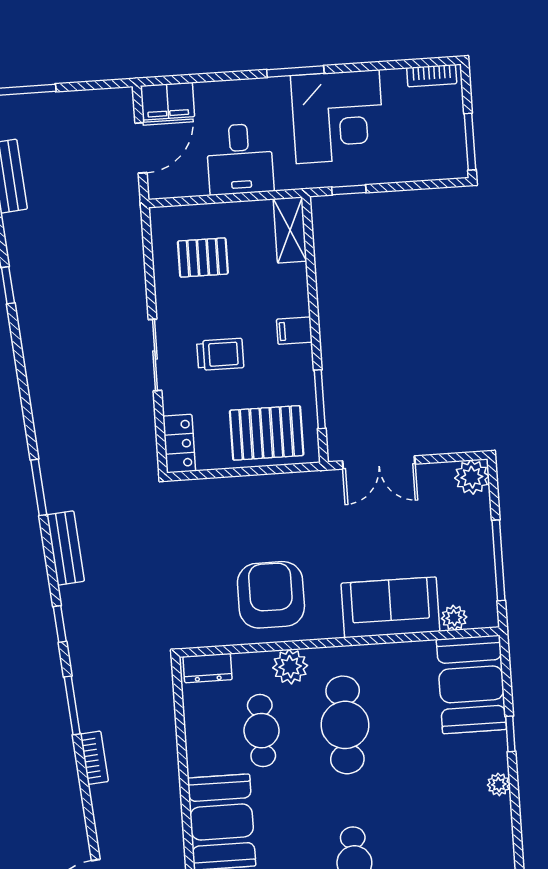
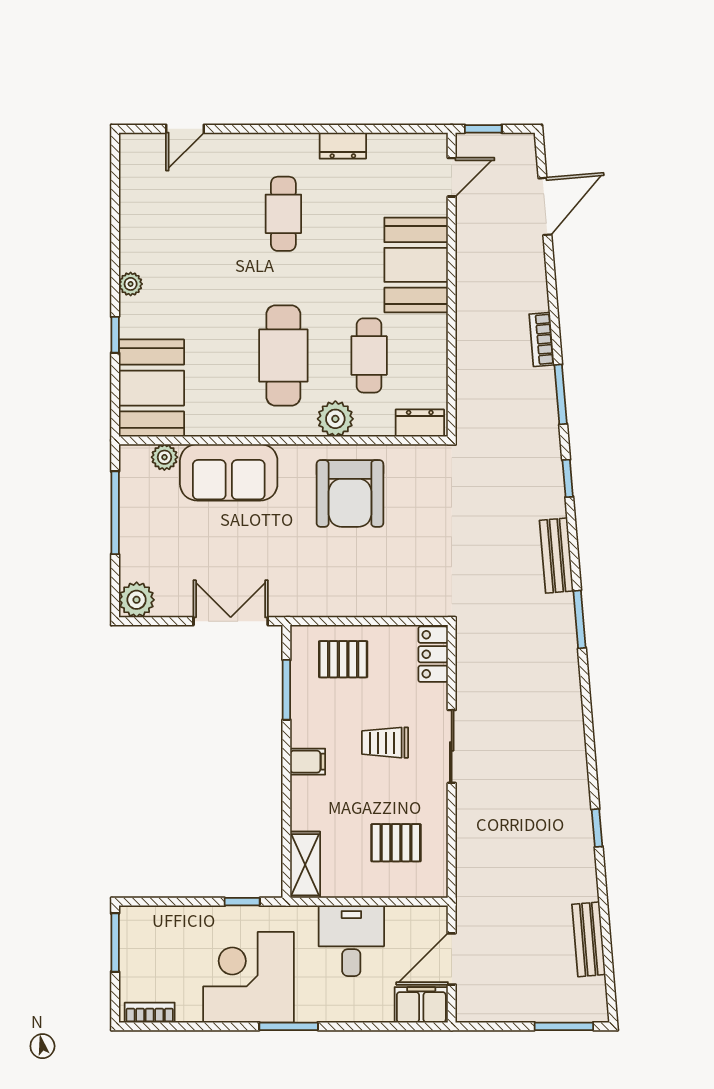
pallet: (267, 433) -> (343, 659), width x0.67, depth x0.71

